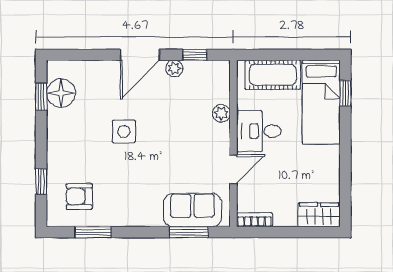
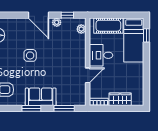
door: (140, 55) -> (39, 15), hinge flipped
plant: (221, 113) -> (81, 29), moved
sofa: (192, 210) -> (41, 97), moved
wardrobe: (319, 215) -> (120, 99), moved
window: (93, 232) -> (31, 108), moved

